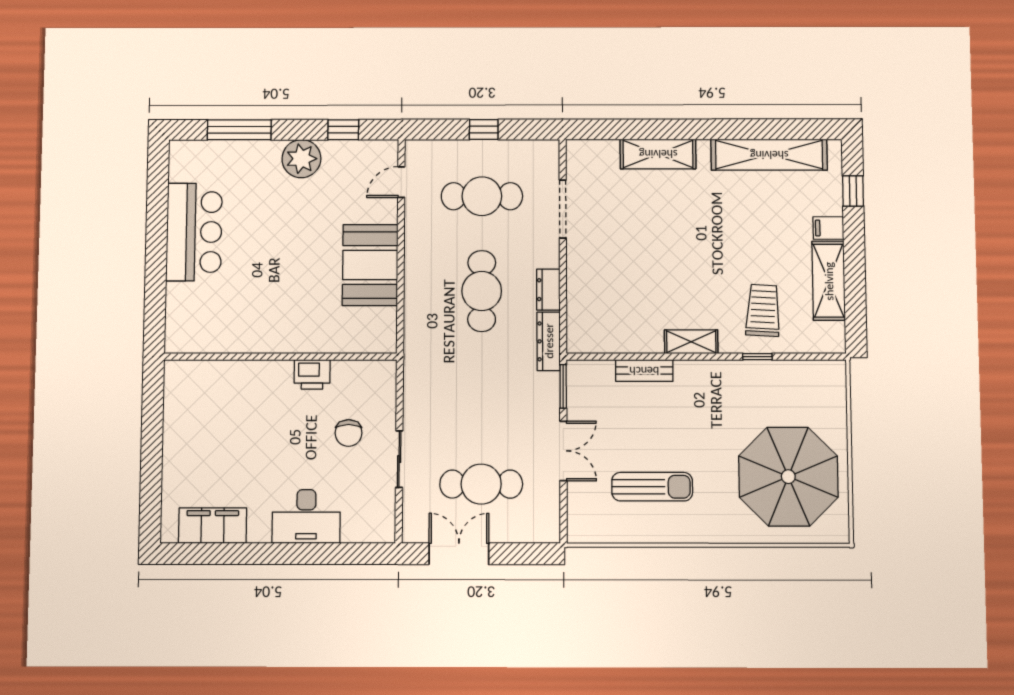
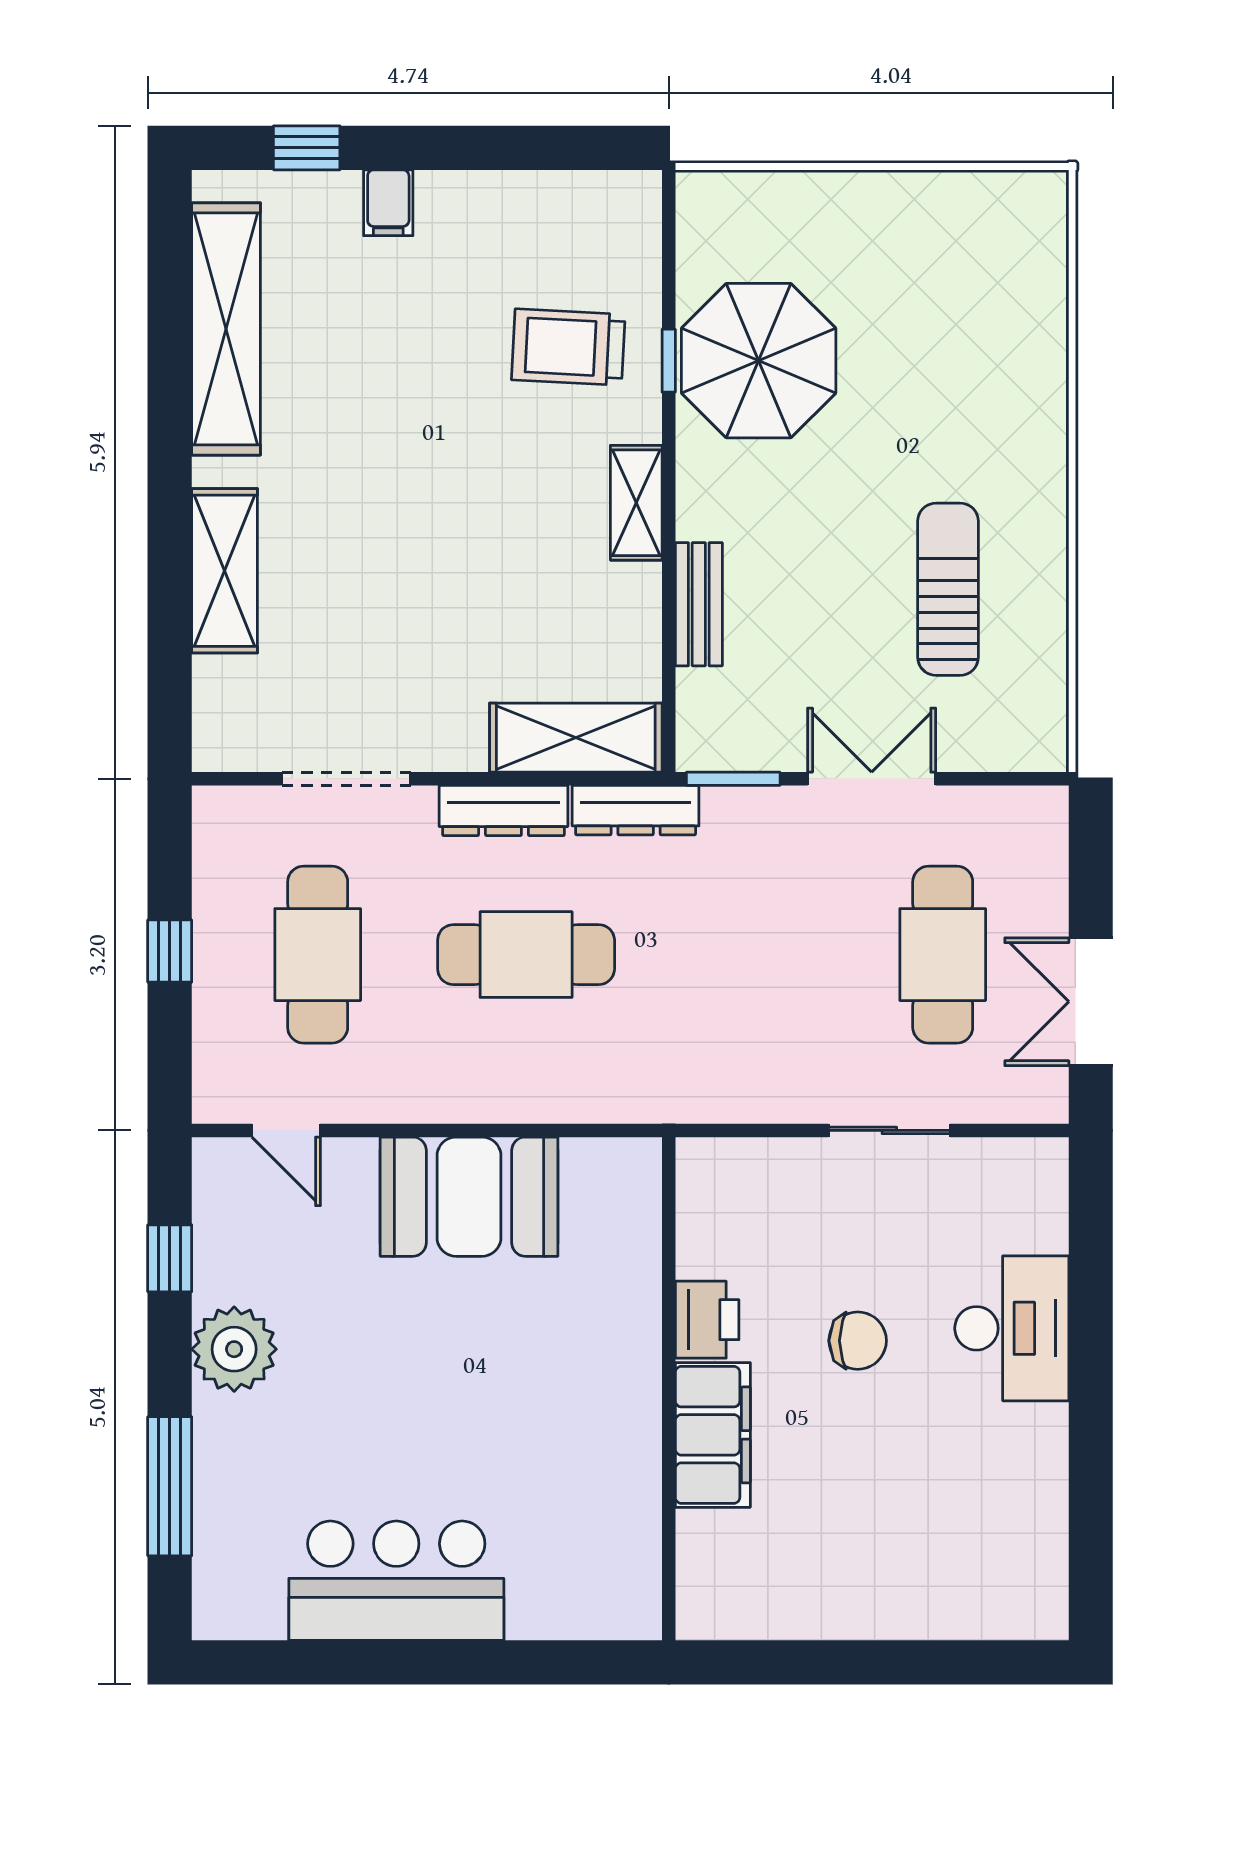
shelving: (829, 281) -> (576, 738), moved
dresser: (548, 290) -> (503, 810), width x1.44
chair: (349, 433) -> (858, 1341), moved
parasol: (788, 477) -> (759, 361), moved, width x0.73, depth x0.73
filing cabinet: (213, 525) -> (713, 1435), moved, turned 180

